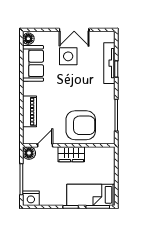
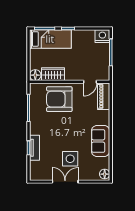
sofa: (33, 63) -> (101, 141), moved
tv unit: (109, 63) -> (35, 148), width x0.71
piano: (30, 111) -> (104, 96), moved
floor lamp: (29, 153) -> (35, 75), moved
wardrobe: (71, 154) -> (53, 74), moved

